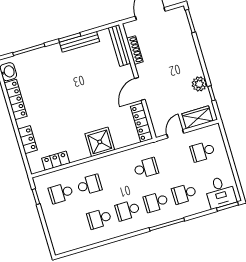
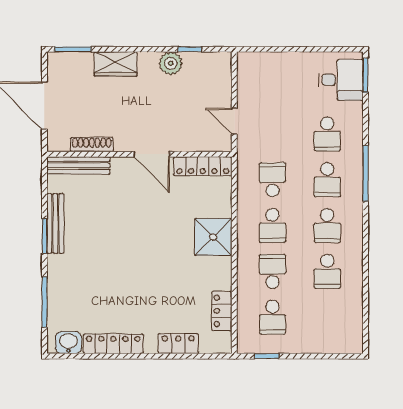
wardrobe: (197, 117) -> (116, 64), moved, turned -90
school desk: (203, 151) -> (273, 226), moved

